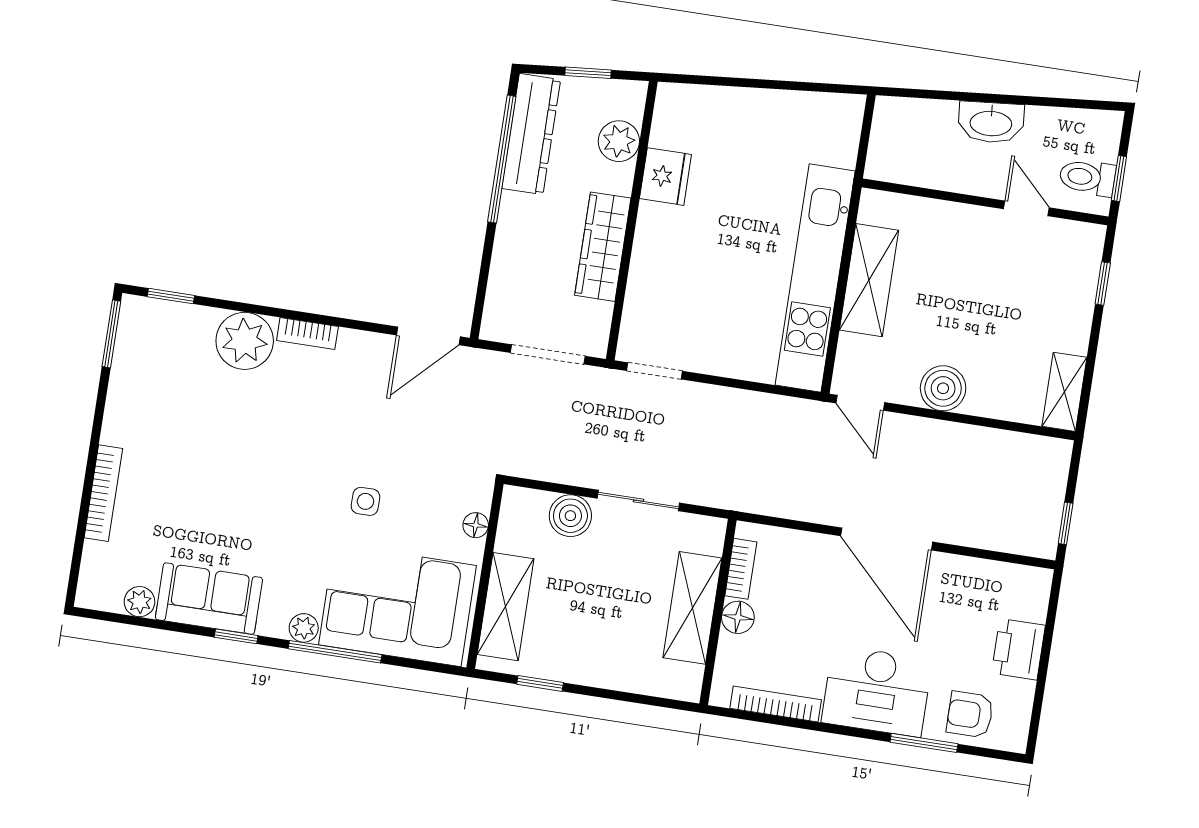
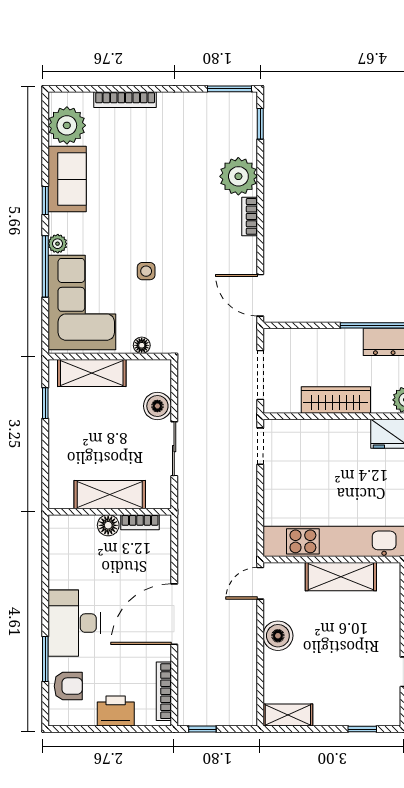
plant: (139, 602) -> (67, 125), width x1.88, depth x1.88
bookcase: (776, 704) -> (164, 691), moved, turned 180
armchair: (970, 715) -> (68, 686), turned 90

